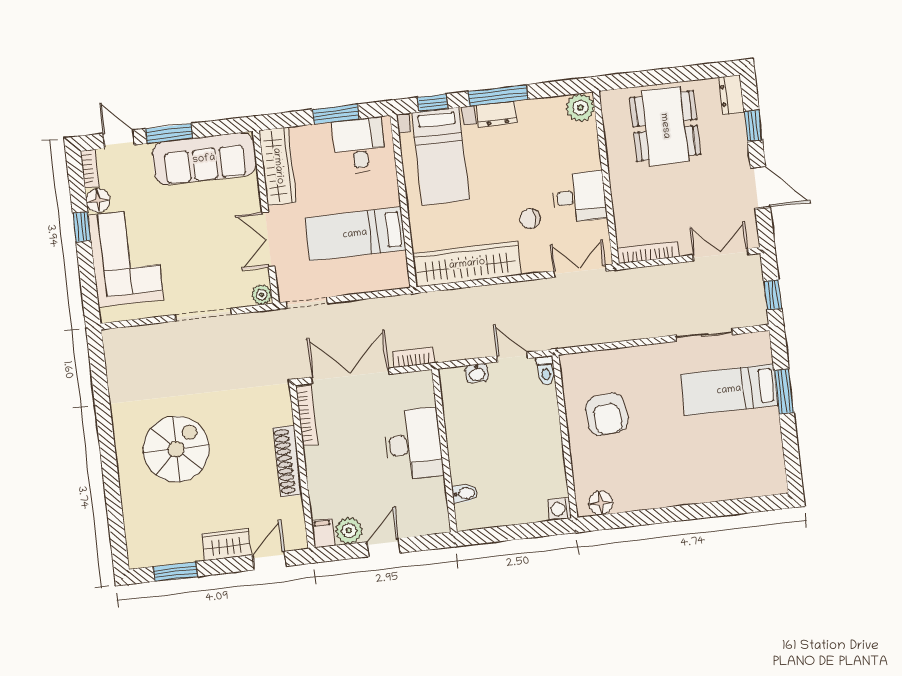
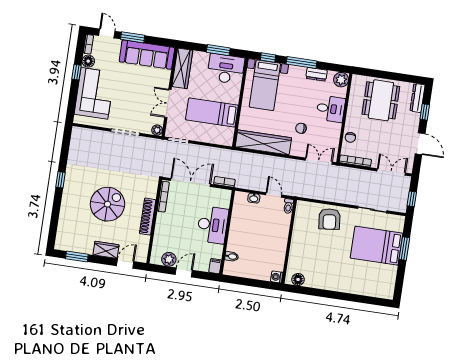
dresser: (732, 95) -> (417, 98), width x1.44
dresser: (497, 114) -> (317, 74), moved
desk: (359, 145) -> (226, 69), width x1.37
desk: (579, 197) -> (331, 109), moved
chair: (627, 211) -> (350, 137), added
bed: (729, 390) -> (377, 246), width x1.50
armchair: (607, 414) -> (329, 219), moved
window: (106, 436) -> (60, 180), added
spiral stairs: (176, 449) -> (107, 204), moved
filing cabinet: (323, 533) -> (215, 266), moved

